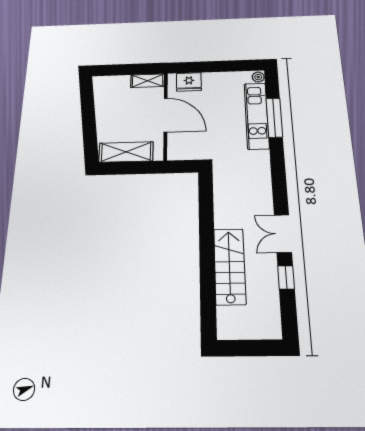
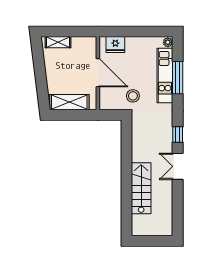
shelving: (148, 81) -> (58, 42), moved
stool: (214, 142) -> (133, 96), added
window: (286, 277) -> (178, 135), moved

